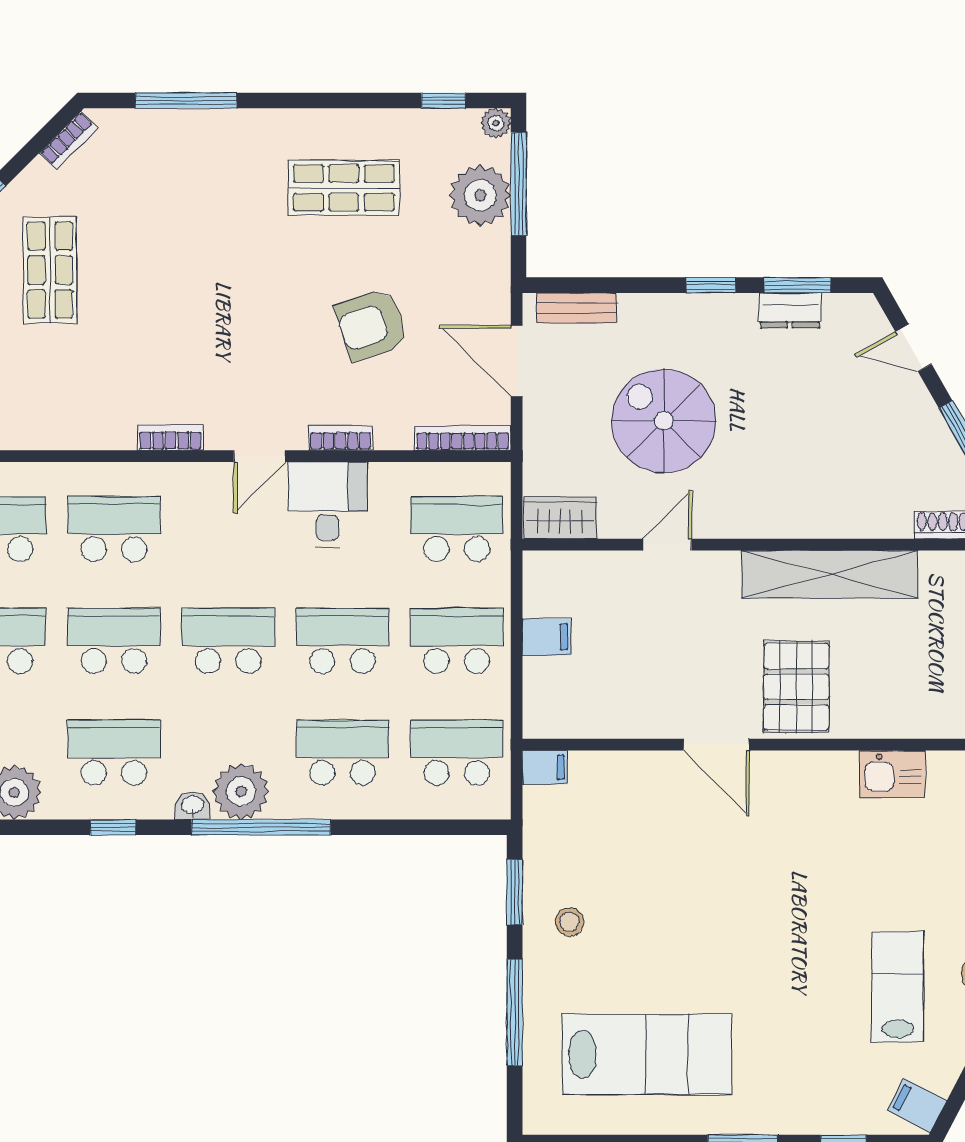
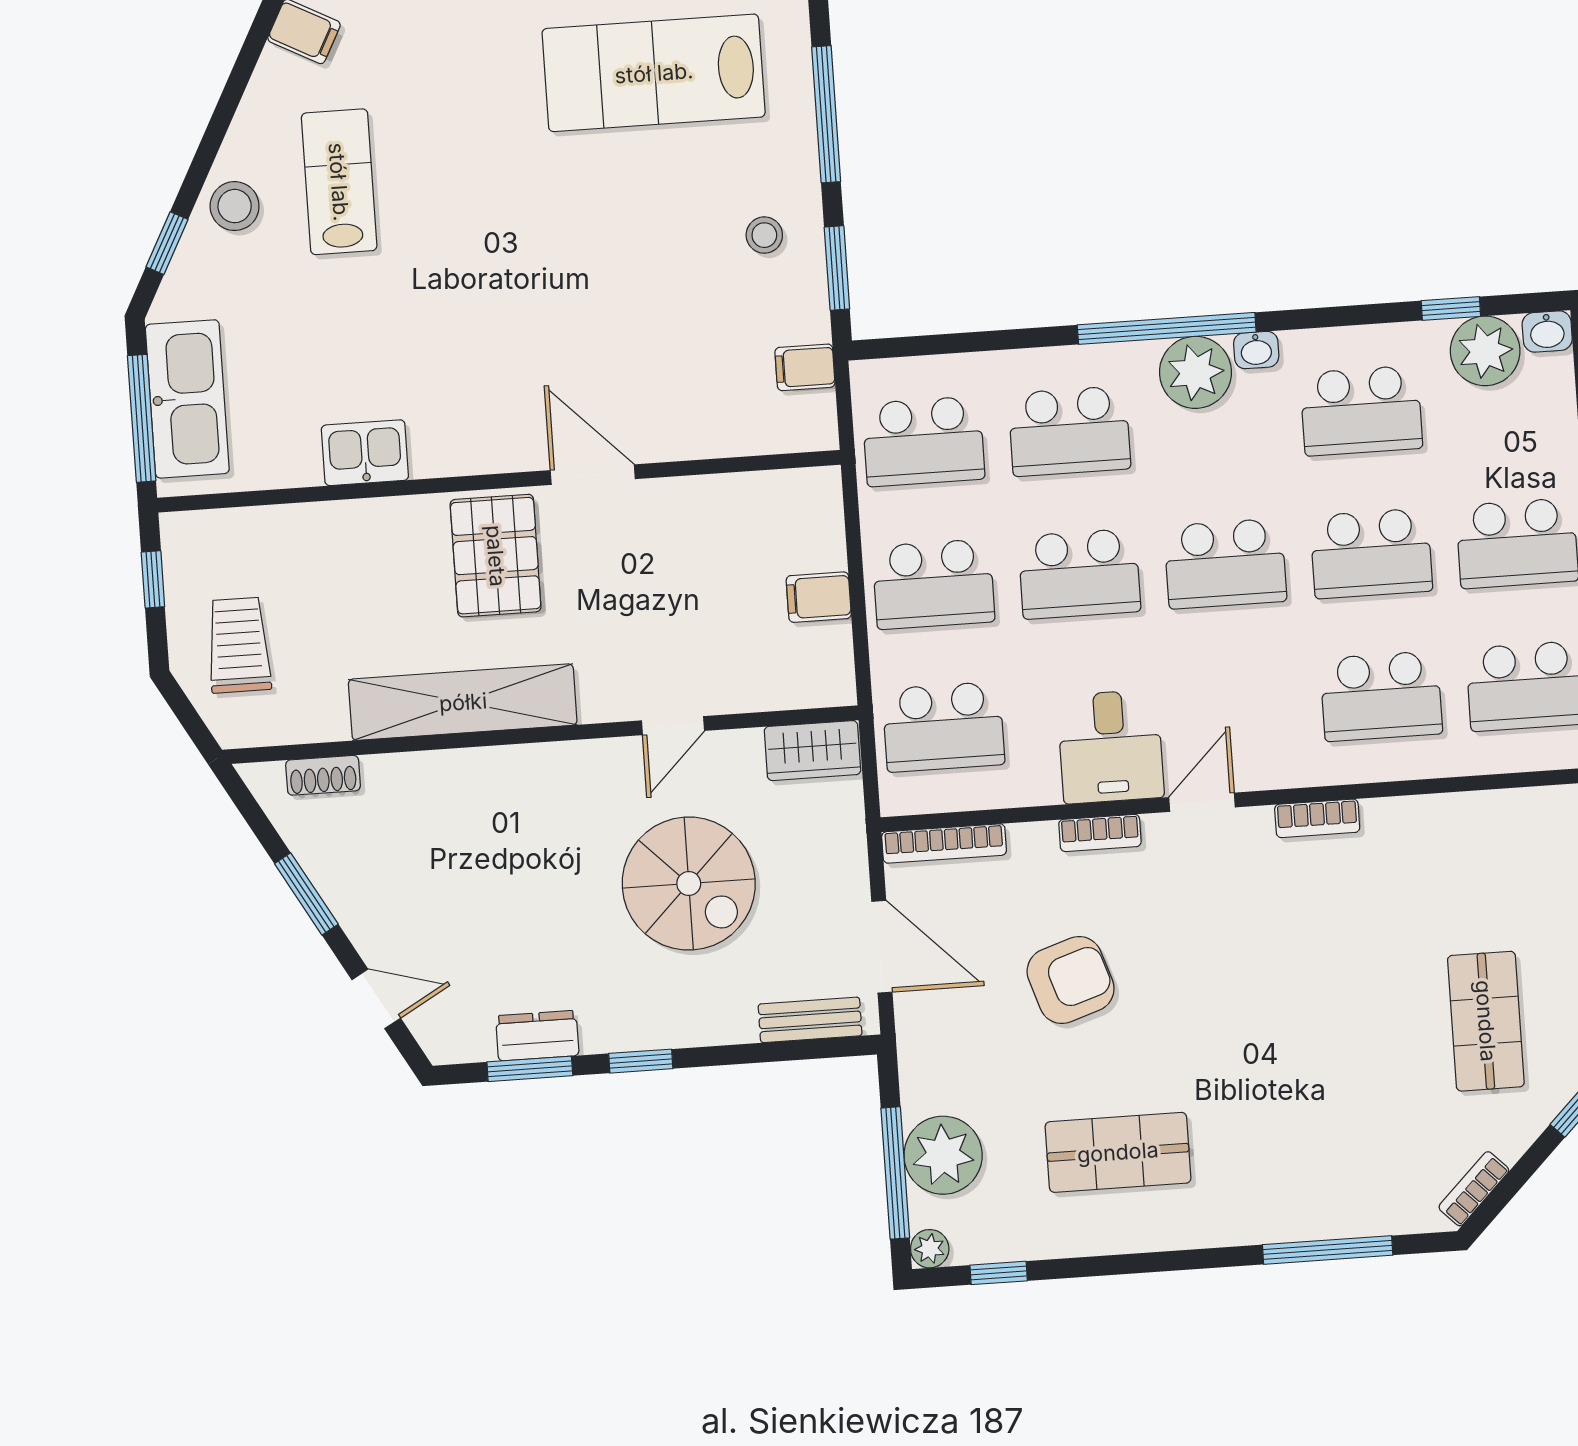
filing cabinet: (545, 767) -> (805, 367), moved
window: (113, 827) -> (1451, 309), moved
lab bench: (898, 987) -> (339, 182), turned 180

